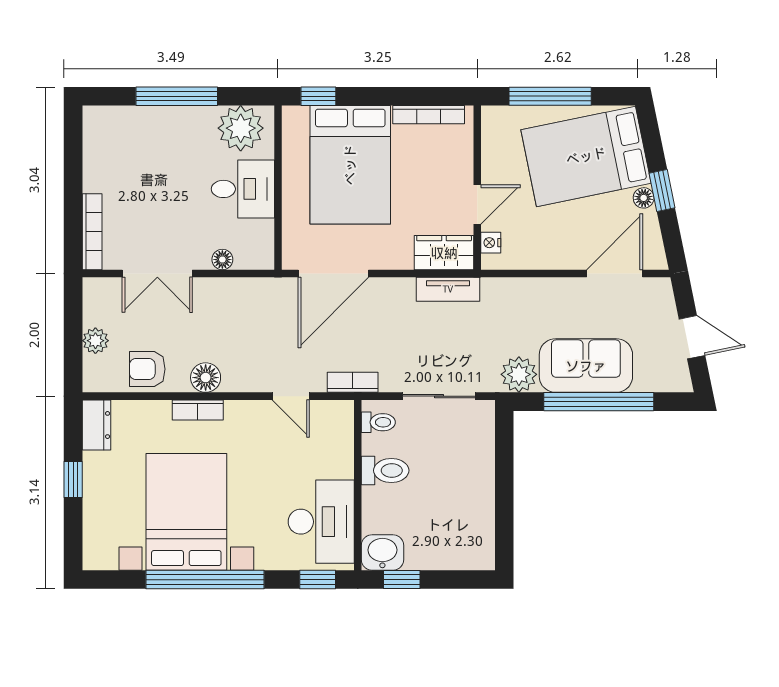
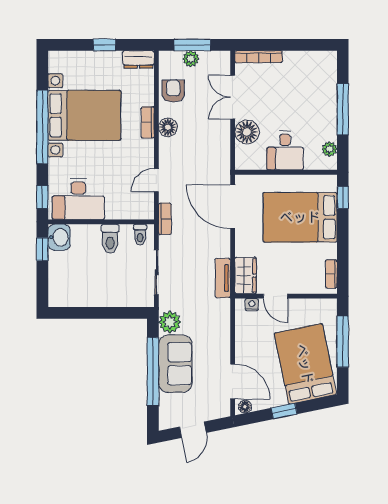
bookcase: (429, 115) -> (331, 274), width x0.64
plant: (241, 128) -> (329, 149), width x0.53, depth x0.53
floor lamp: (644, 198) -> (245, 407), moved
floor lamp: (222, 260) -> (247, 132), width x1.89, depth x1.89
window: (73, 338) -> (192, 45), added

